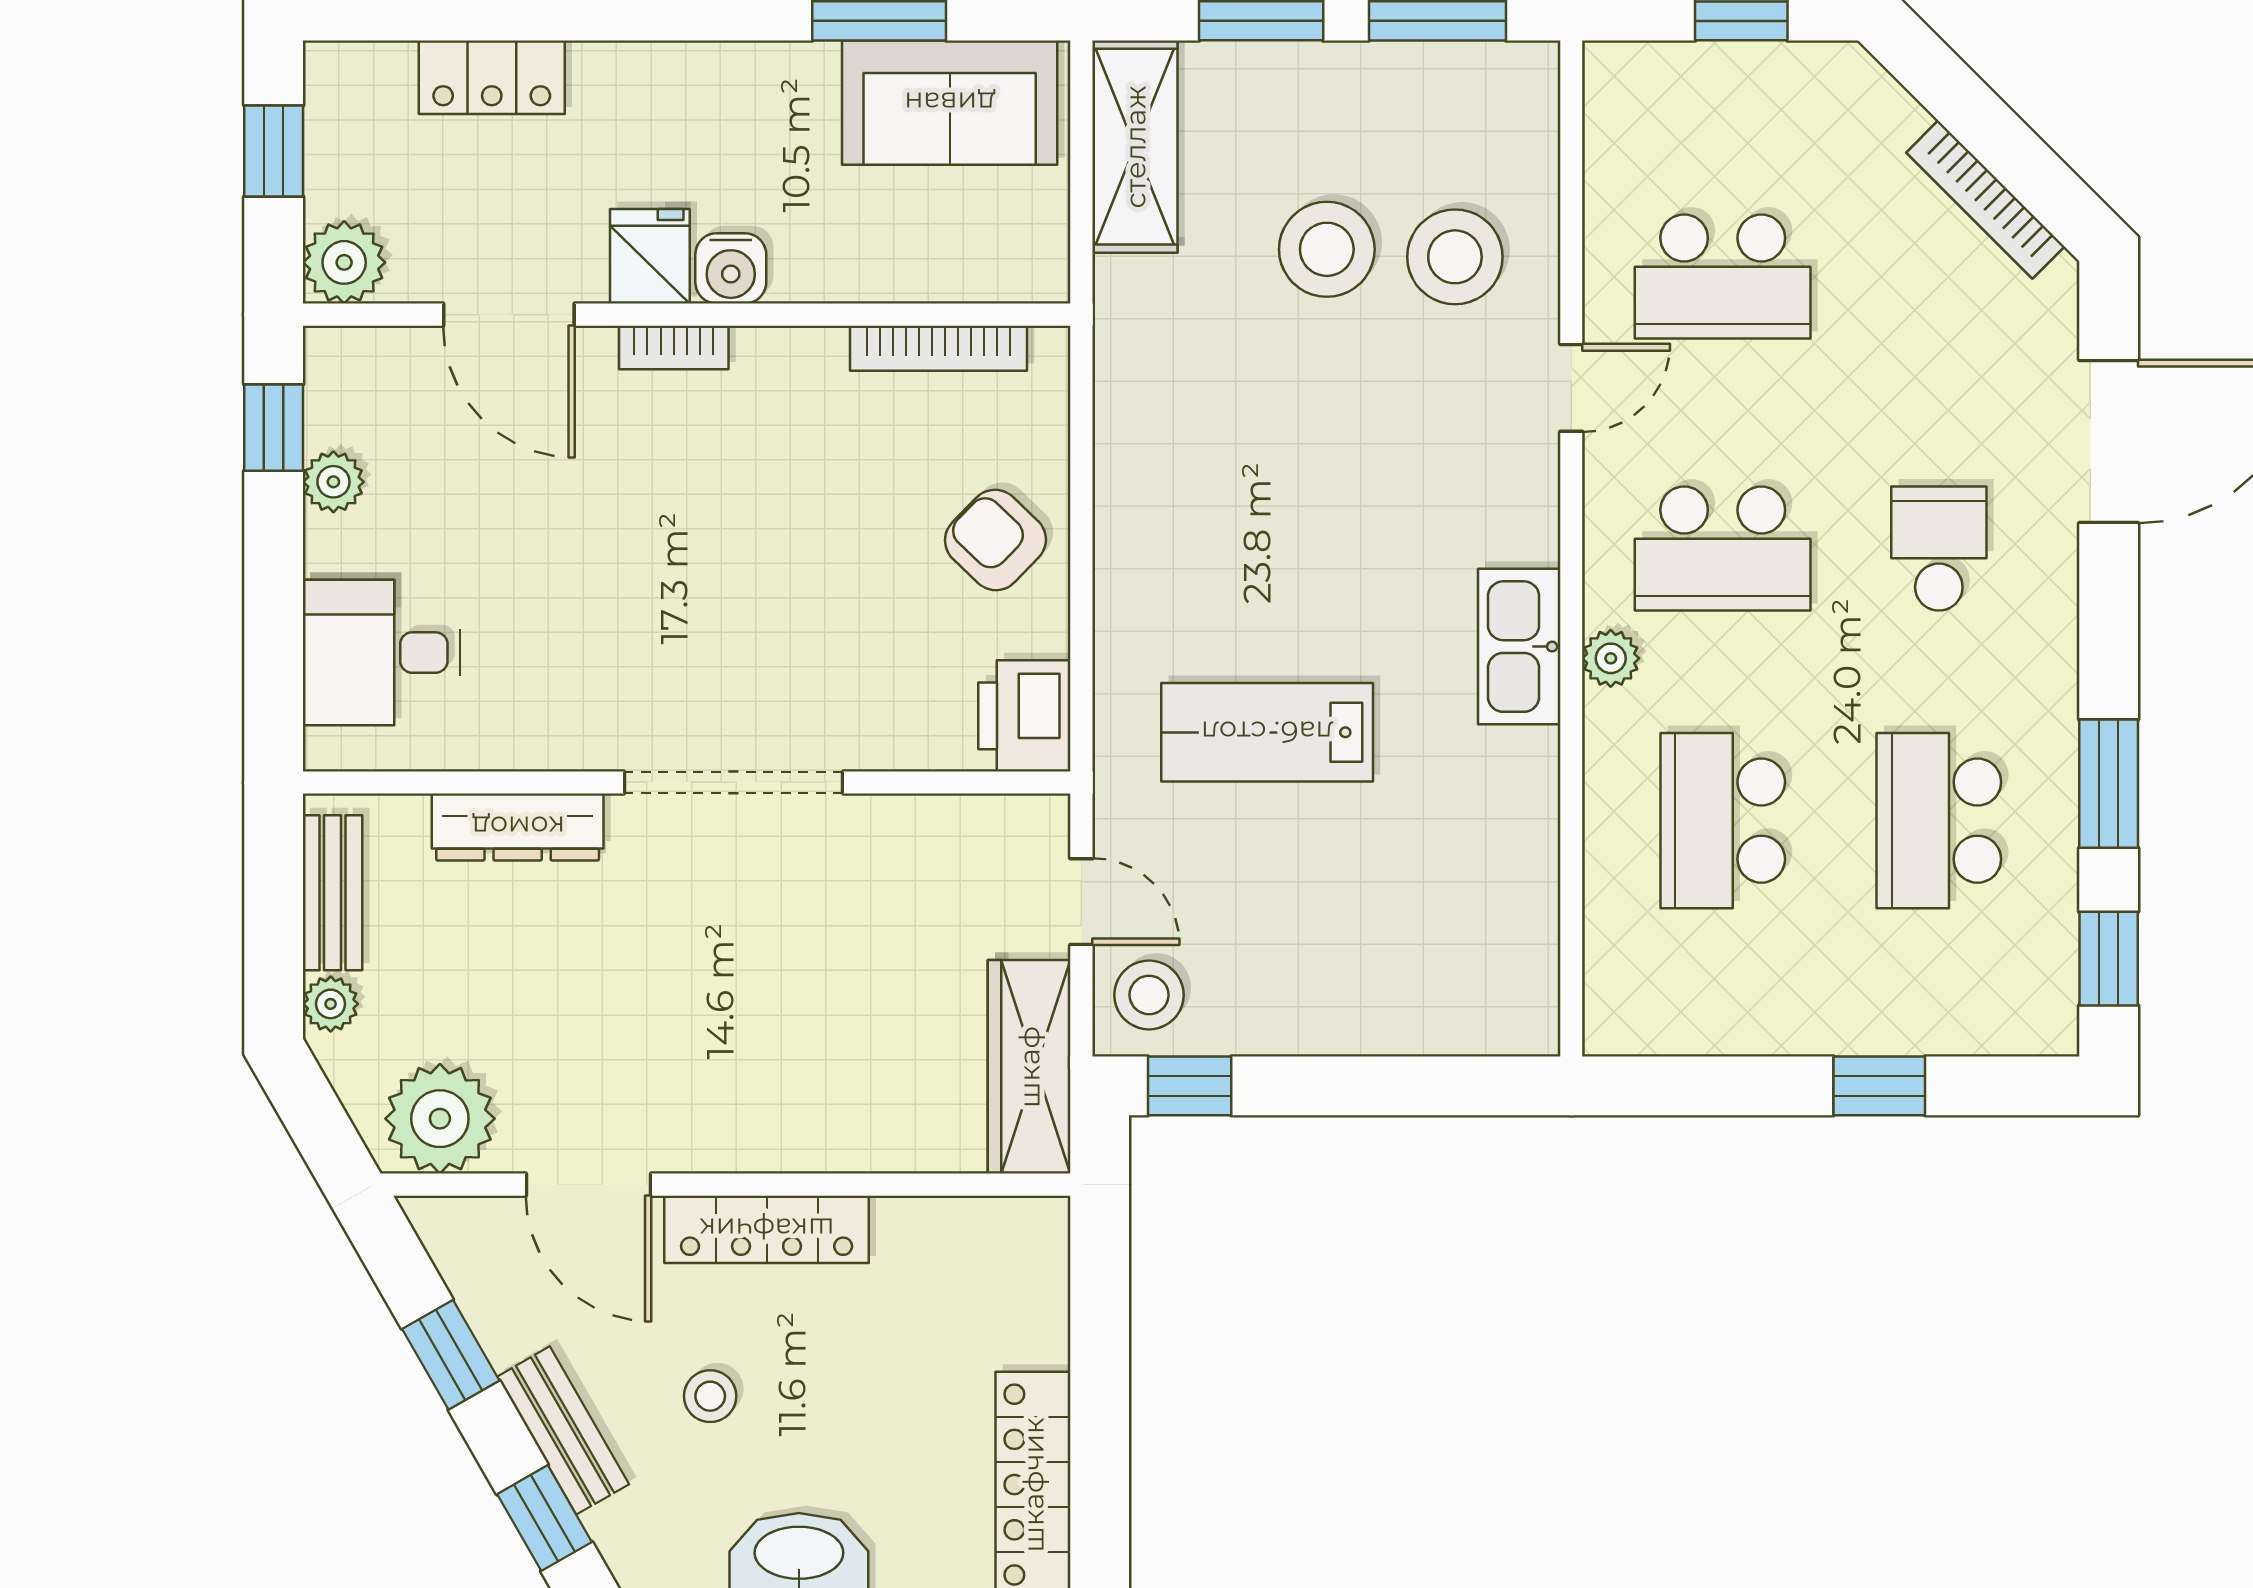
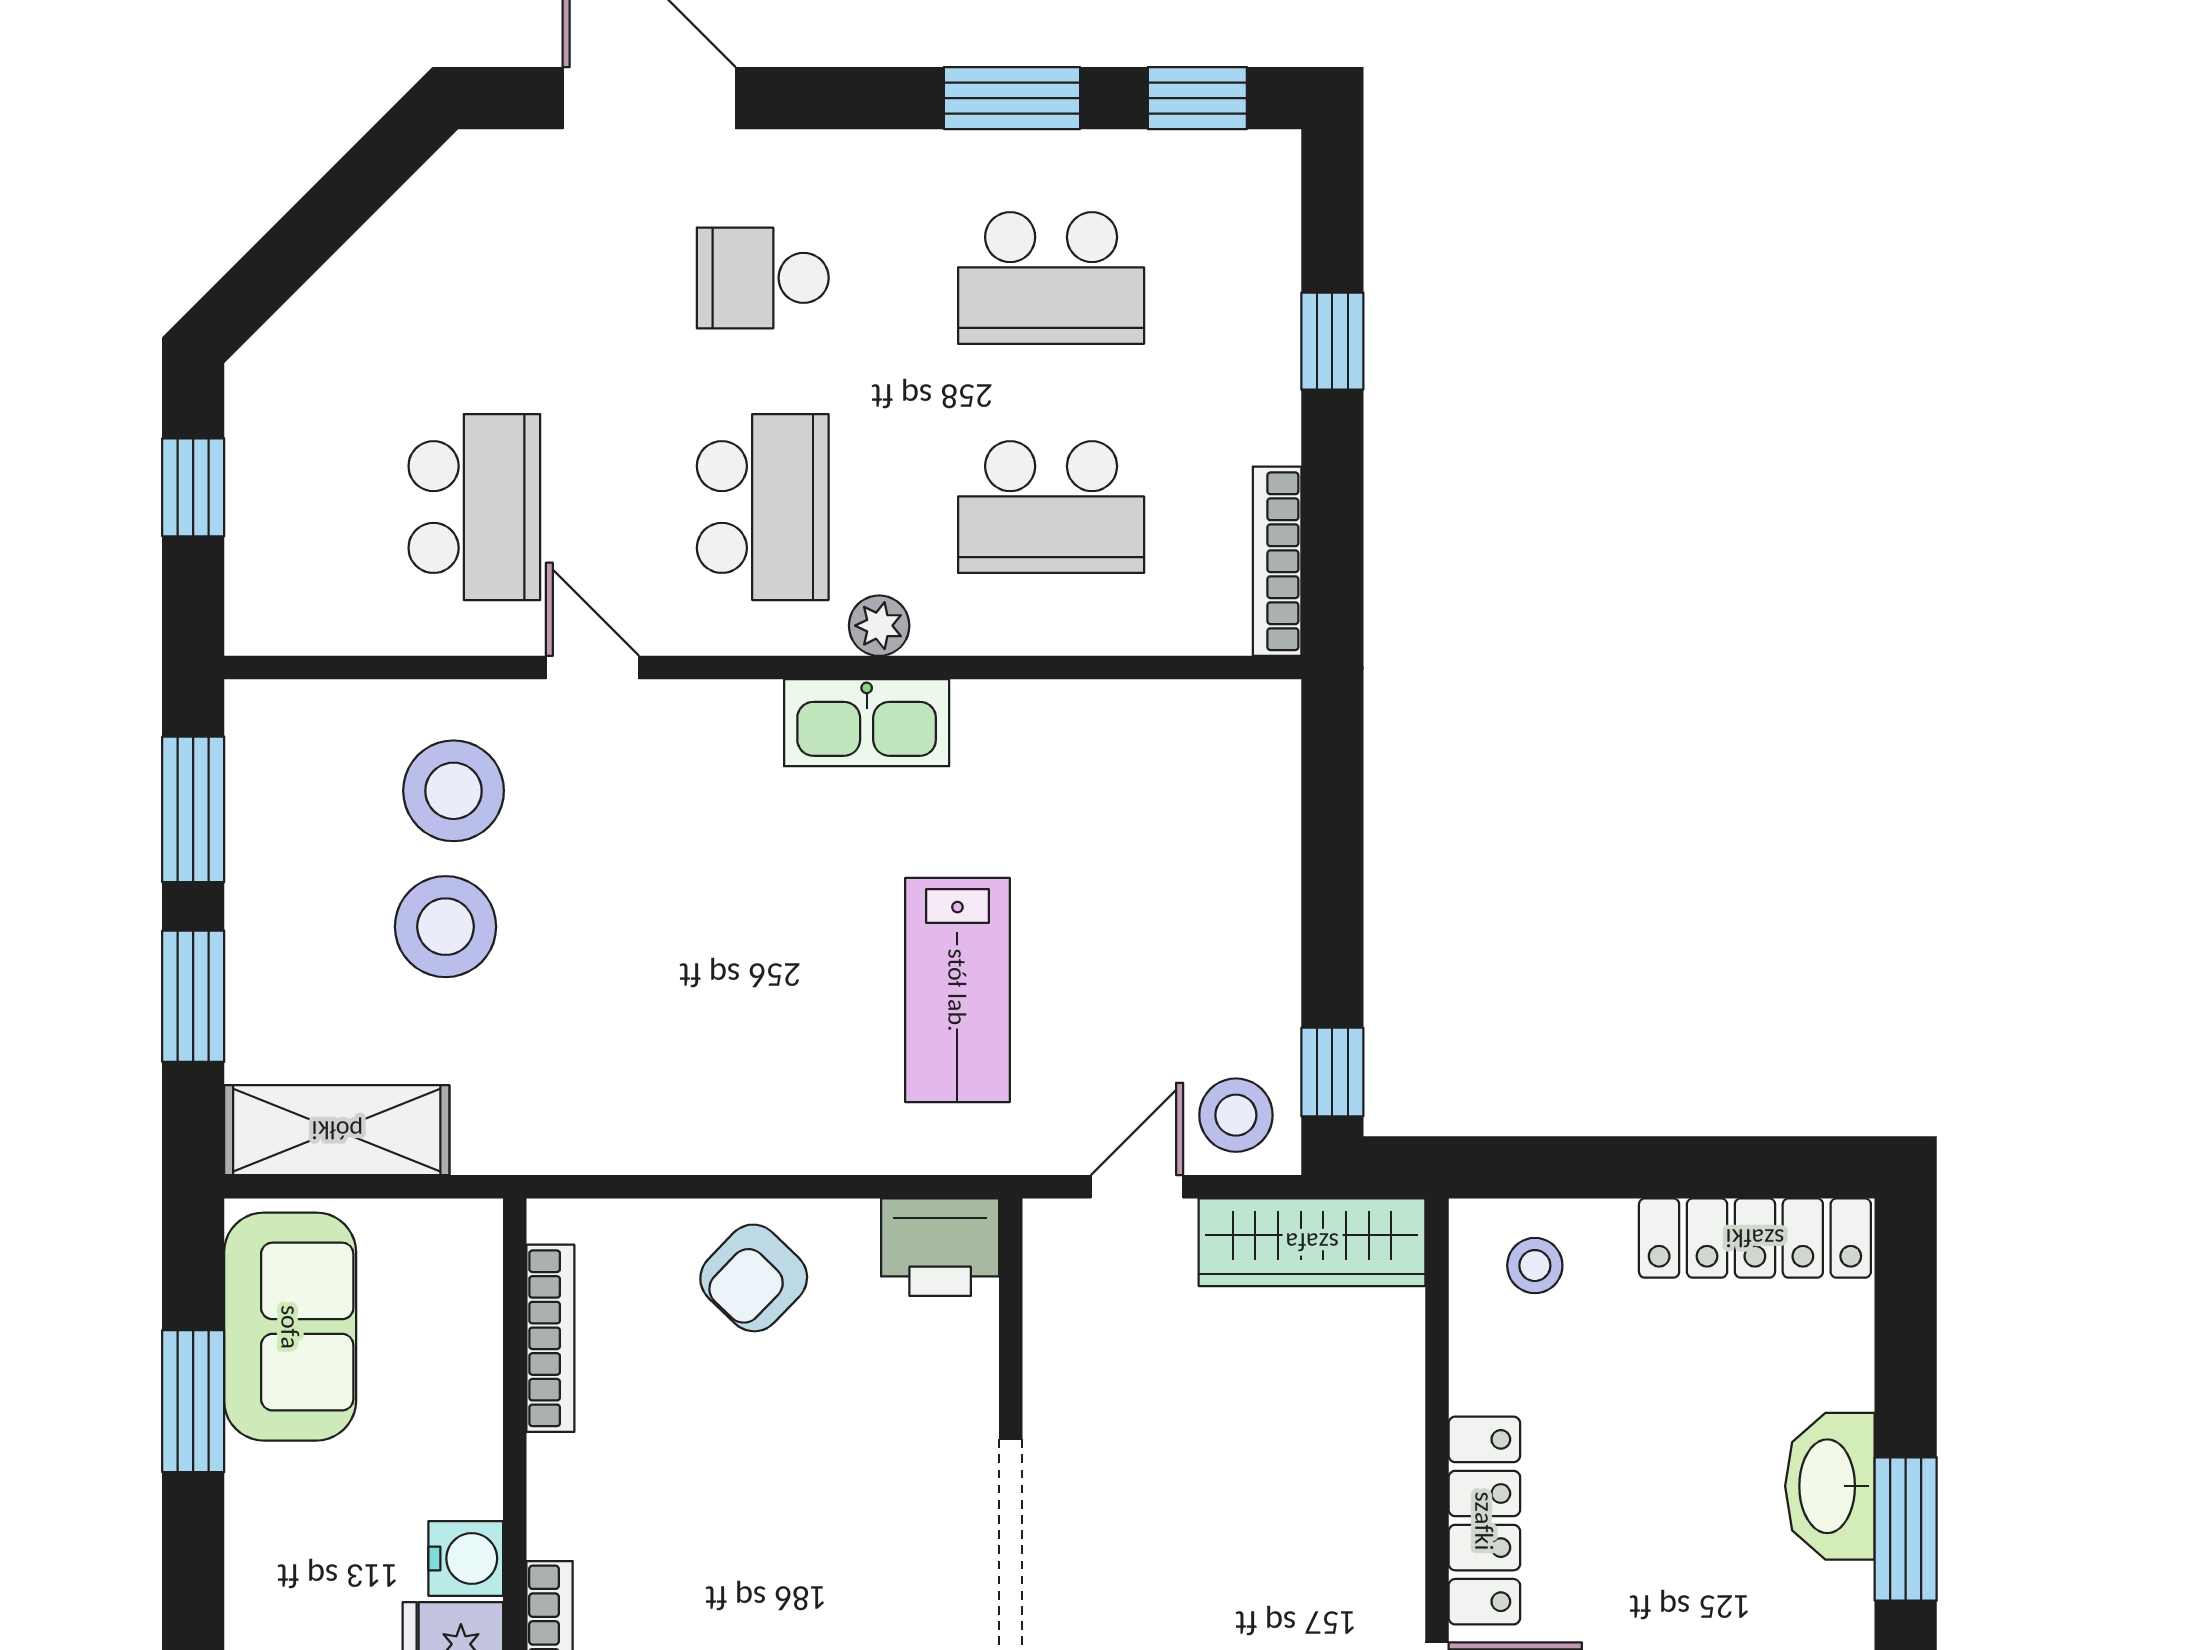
bookcase: (1985, 200) -> (1277, 561), moved, turned 135
stool: (710, 1396) -> (1535, 1266), moved

